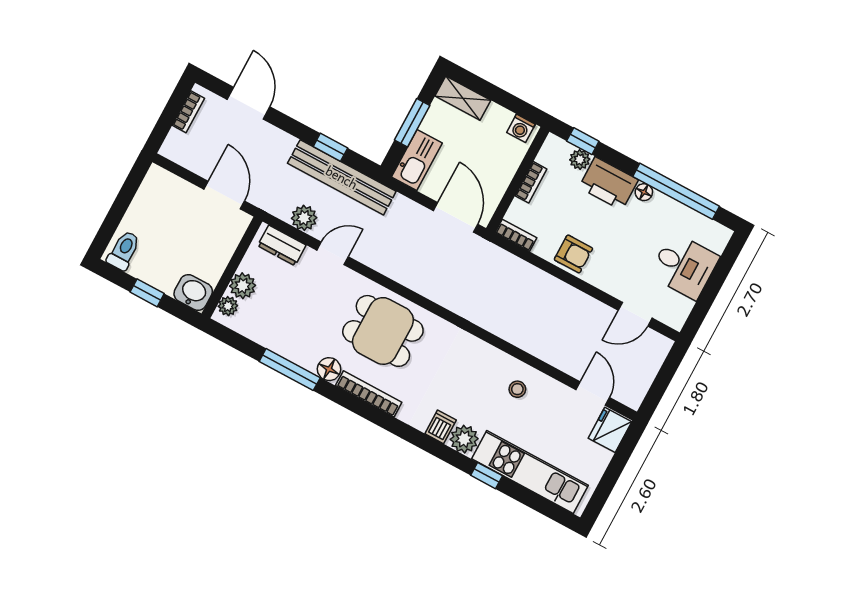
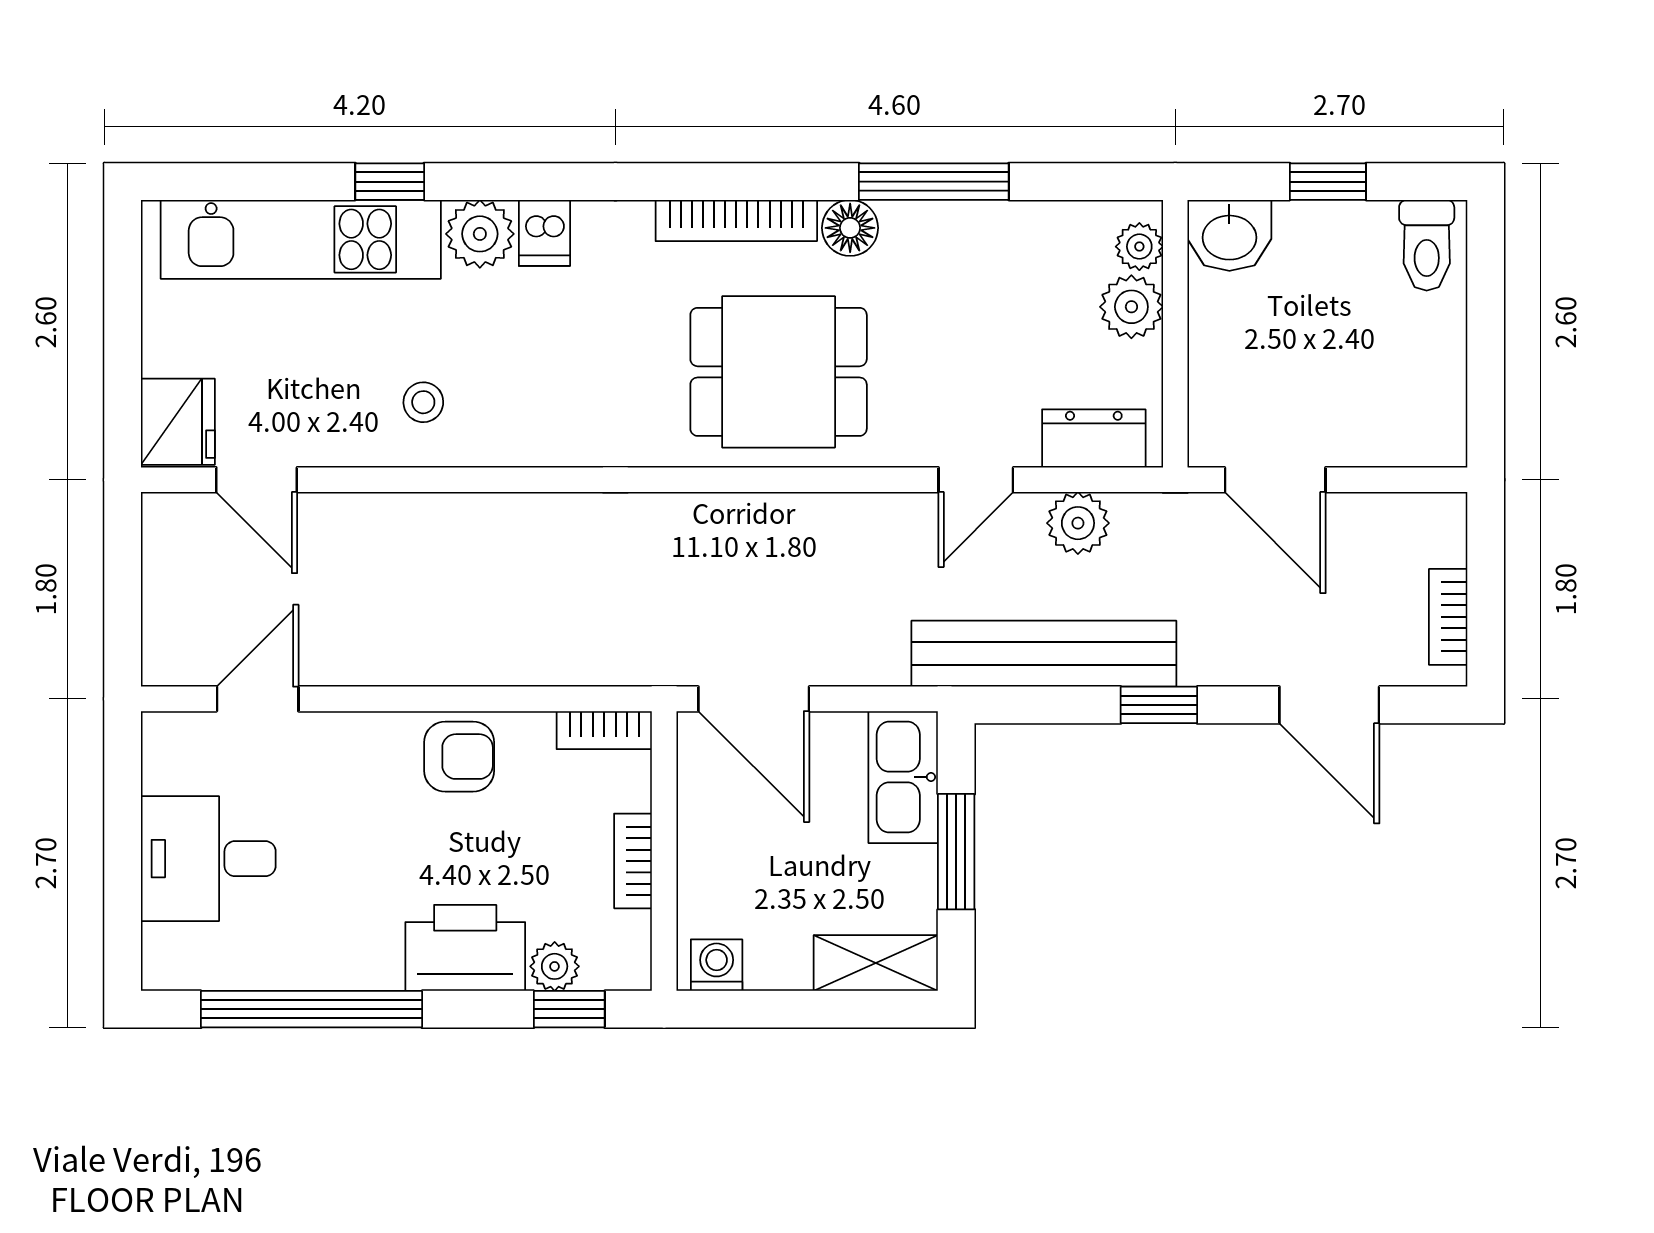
window: (330, 147) -> (1159, 705), moved
floor lamp: (644, 192) -> (380, 970), removed
armchair: (573, 254) -> (459, 757), turned 180

